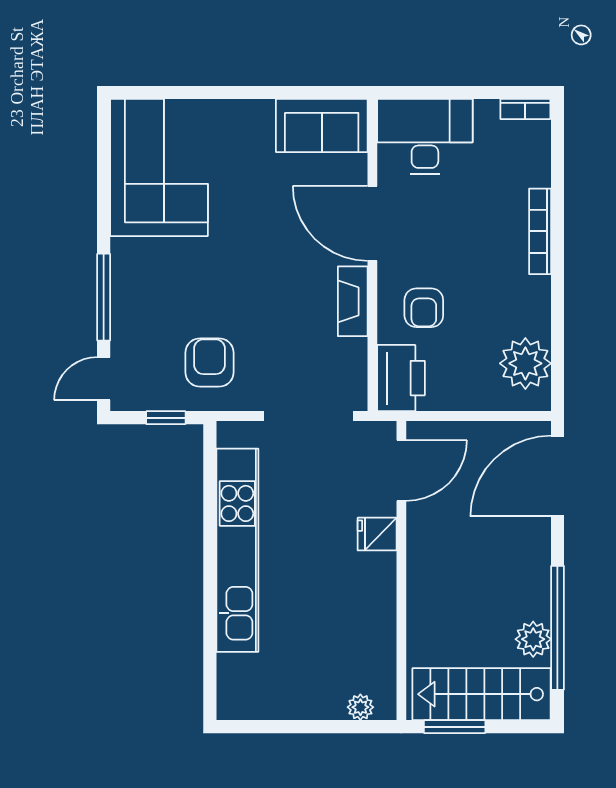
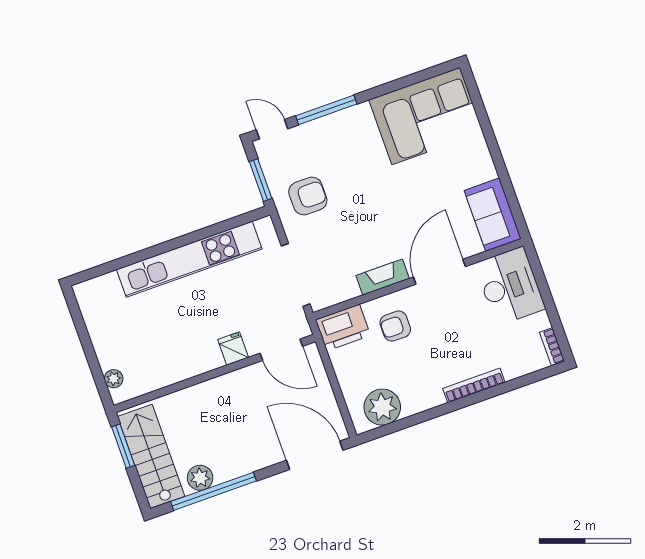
window: (166, 418) -> (261, 180), width x1.50

